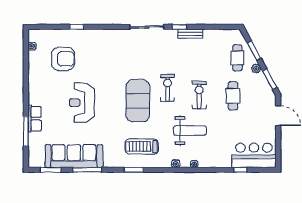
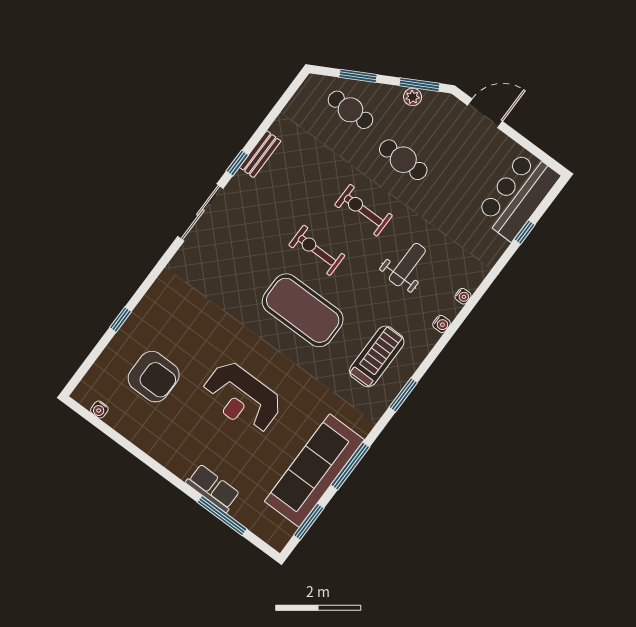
armchair: (63, 59) -> (154, 377), turned 90
plant: (256, 69) -> (413, 97), moved
weight bench: (190, 130) -> (407, 265), width x0.73, depth x0.75
treadmill: (142, 146) -> (377, 356), turned 180

